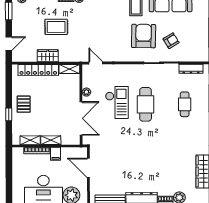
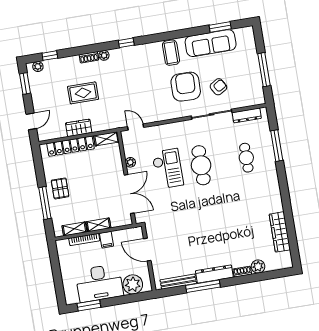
window: (9, 114) -> (45, 203), width x2.17

